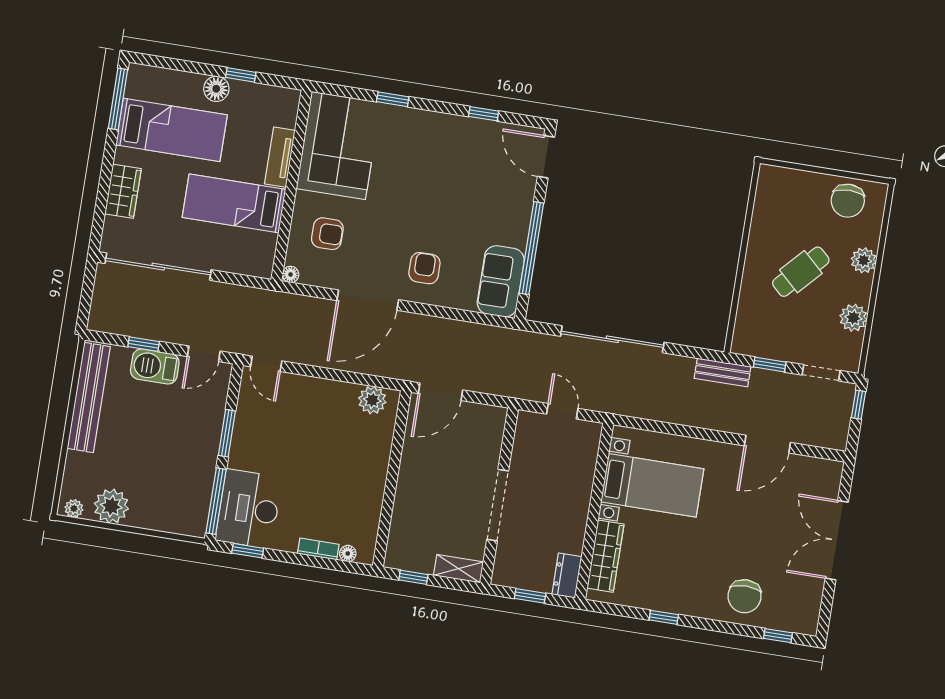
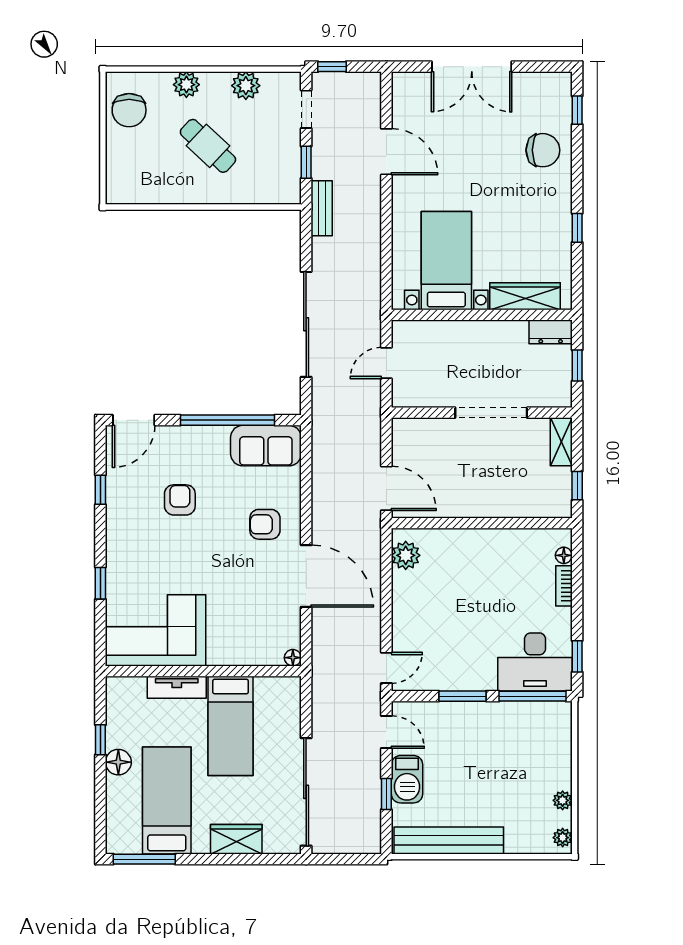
chair: (848, 201) -> (129, 110), turned 90
armchair: (327, 234) -> (180, 500), moved
plant: (111, 506) -> (563, 800), width x0.53, depth x0.53

